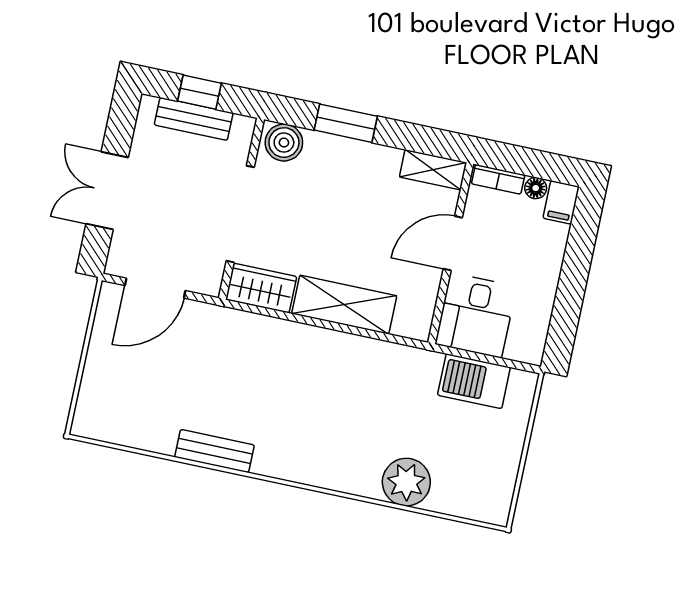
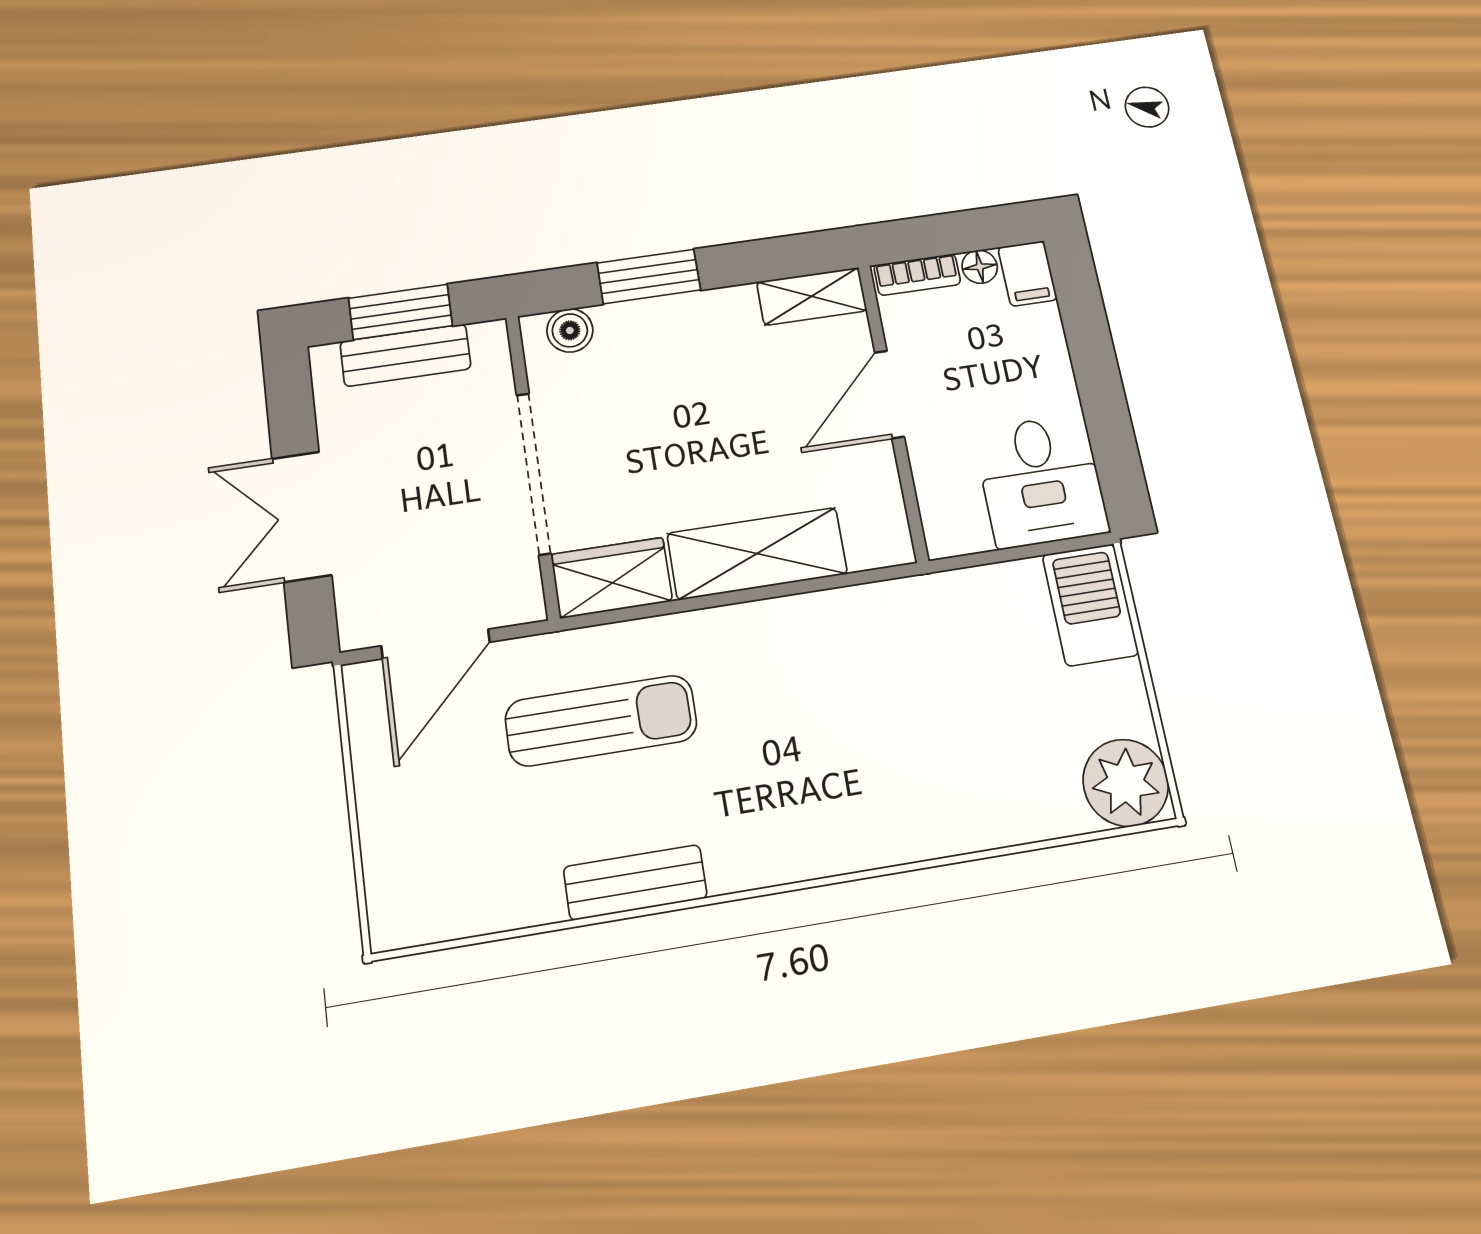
window: (199, 92) -> (400, 312), width x1.50
boiler: (284, 143) -> (570, 330), width x0.73, depth x0.73
desk: (476, 315) -> (1041, 481), moved
sun lounger: (227, 362) -> (601, 721), added
barbecue: (474, 381) -> (1090, 605), moved, turned 90
plant: (406, 482) -> (1126, 783), moved

